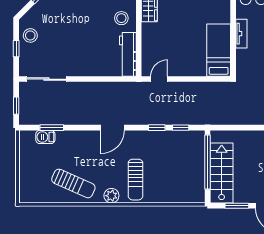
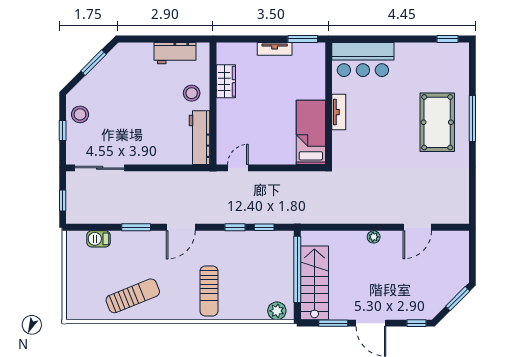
window: (52, 128) -> (136, 227), moved
sun lounger: (73, 183) -> (133, 296), turned -46
plant: (111, 196) -> (277, 311), moved

